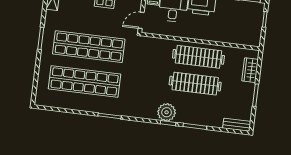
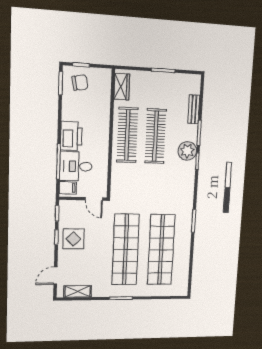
chair: (249, 17) -> (80, 83), added
wardrobe: (250, 70) -> (122, 87), moved, turned -90
plant: (167, 112) -> (187, 151), moved
bench: (237, 125) -> (194, 109), moved

